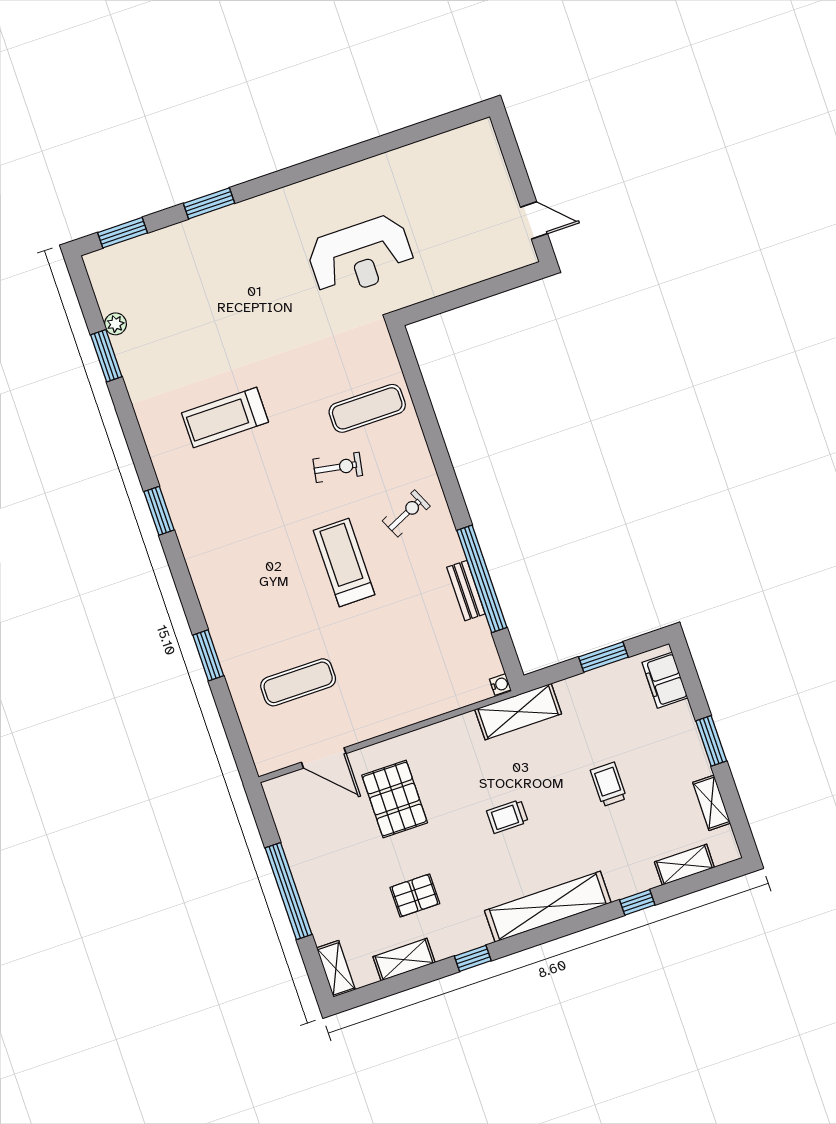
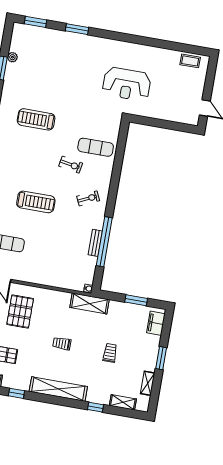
coffee table: (457, 146) -> (190, 61), added
treadmill: (344, 562) -> (36, 202), moved, turned 90

